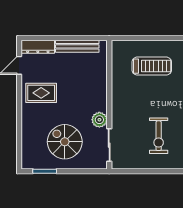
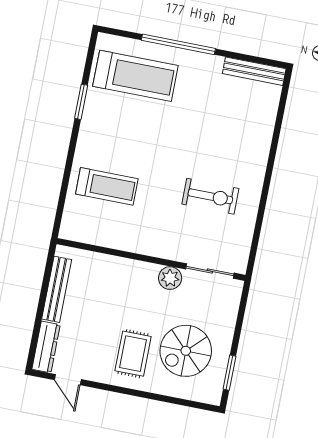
treadmill: (152, 66) -> (107, 186), turned 90
rug: (41, 93) -> (133, 354), moved
spiral stairs: (65, 142) -> (186, 351), moved

